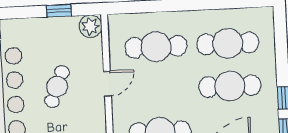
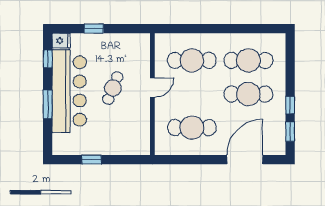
window: (59, 11) -> (94, 29), moved
plant: (90, 26) -> (141, 42), removed

